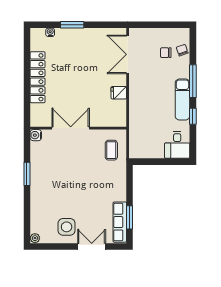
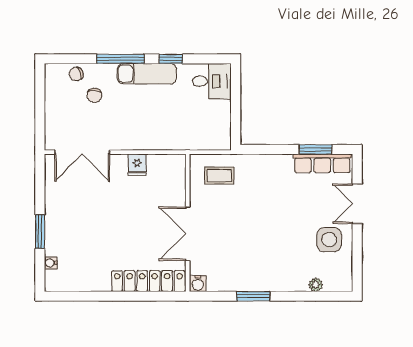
chair: (166, 53) -> (94, 95), moved
locker: (38, 77) -> (148, 281), moved
plant: (35, 238) -> (316, 285), moved

